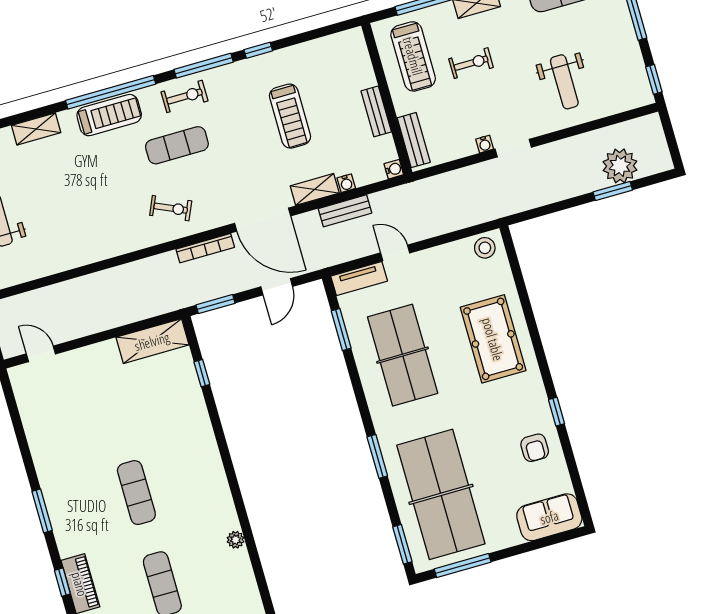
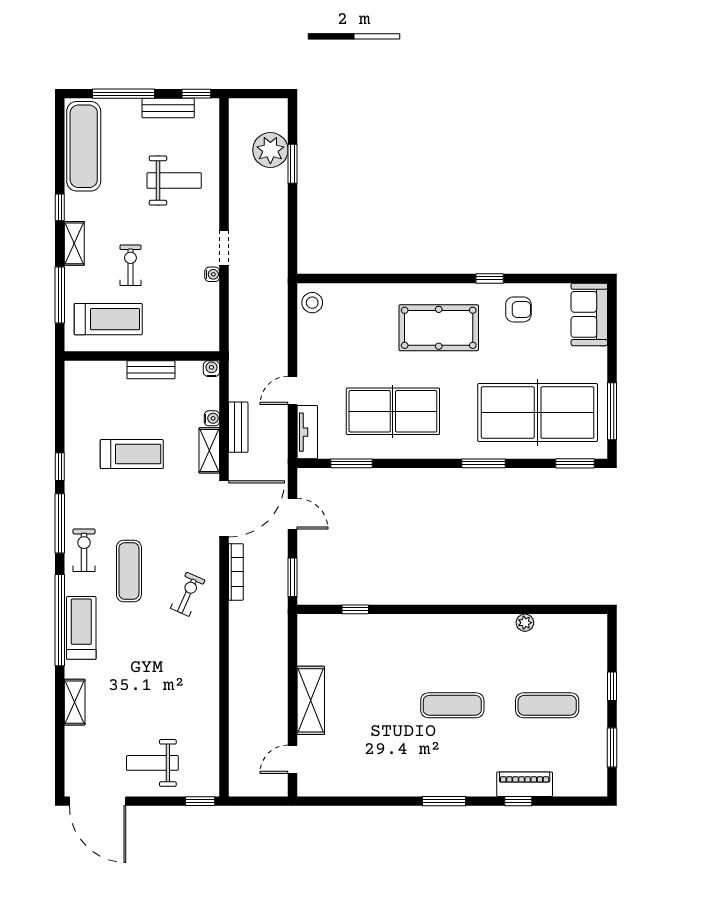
bench: (414, 140) -> (168, 108), moved
pool table: (493, 339) -> (439, 328), moved
shelving: (152, 341) -> (311, 700), moved

